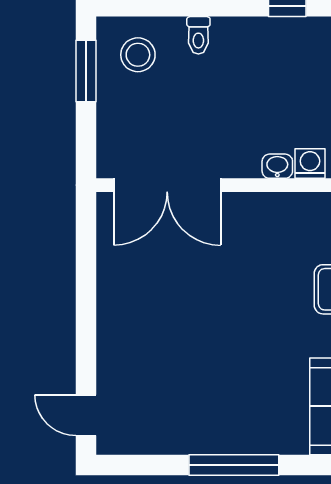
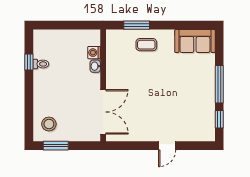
toilet: (198, 35) -> (41, 64), moved
door: (86, 415) -> (167, 146), moved
window: (150, 465) -> (219, 119), added

